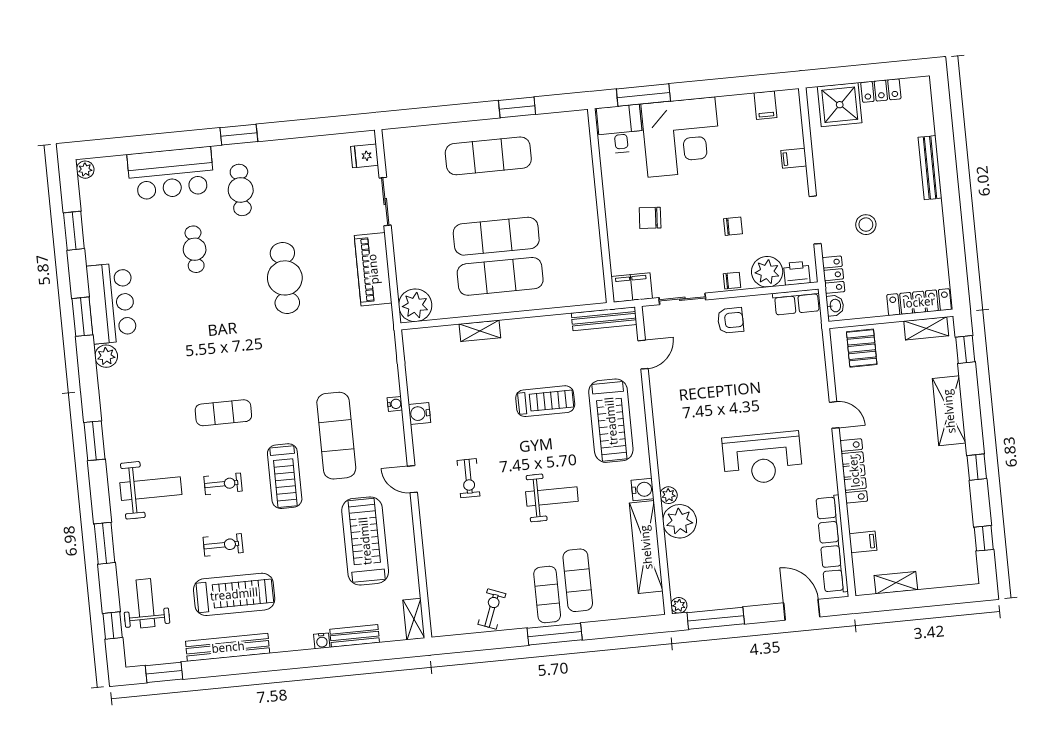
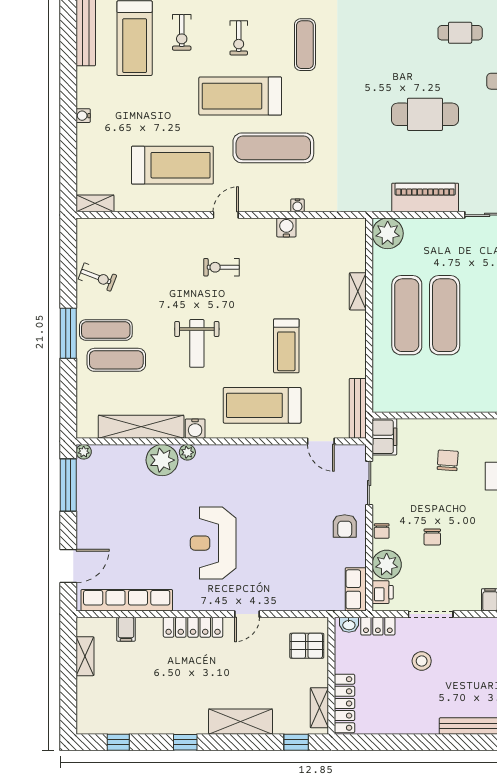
treadmill: (285, 476) -> (240, 96), width x1.37, depth x1.38
bench: (355, 636) -> (85, 147), removed

